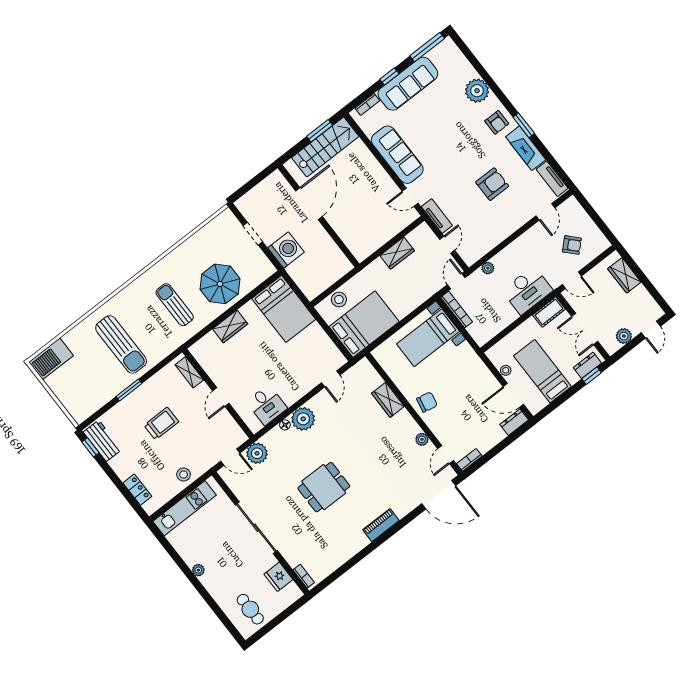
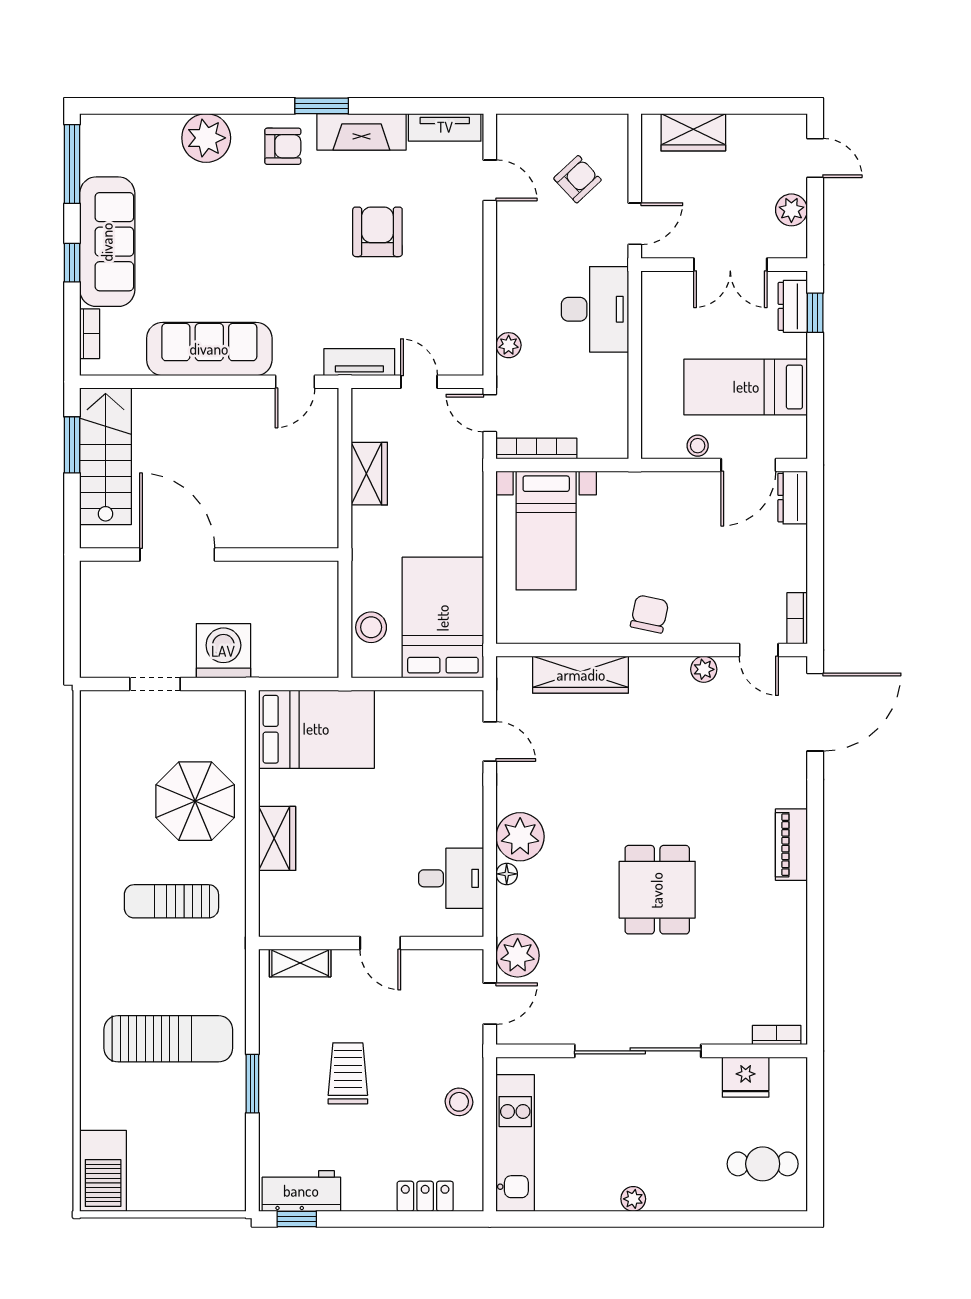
cot: (549, 312) -> (658, 301), removed
wardrobe: (388, 400) -> (581, 675), width x1.50

